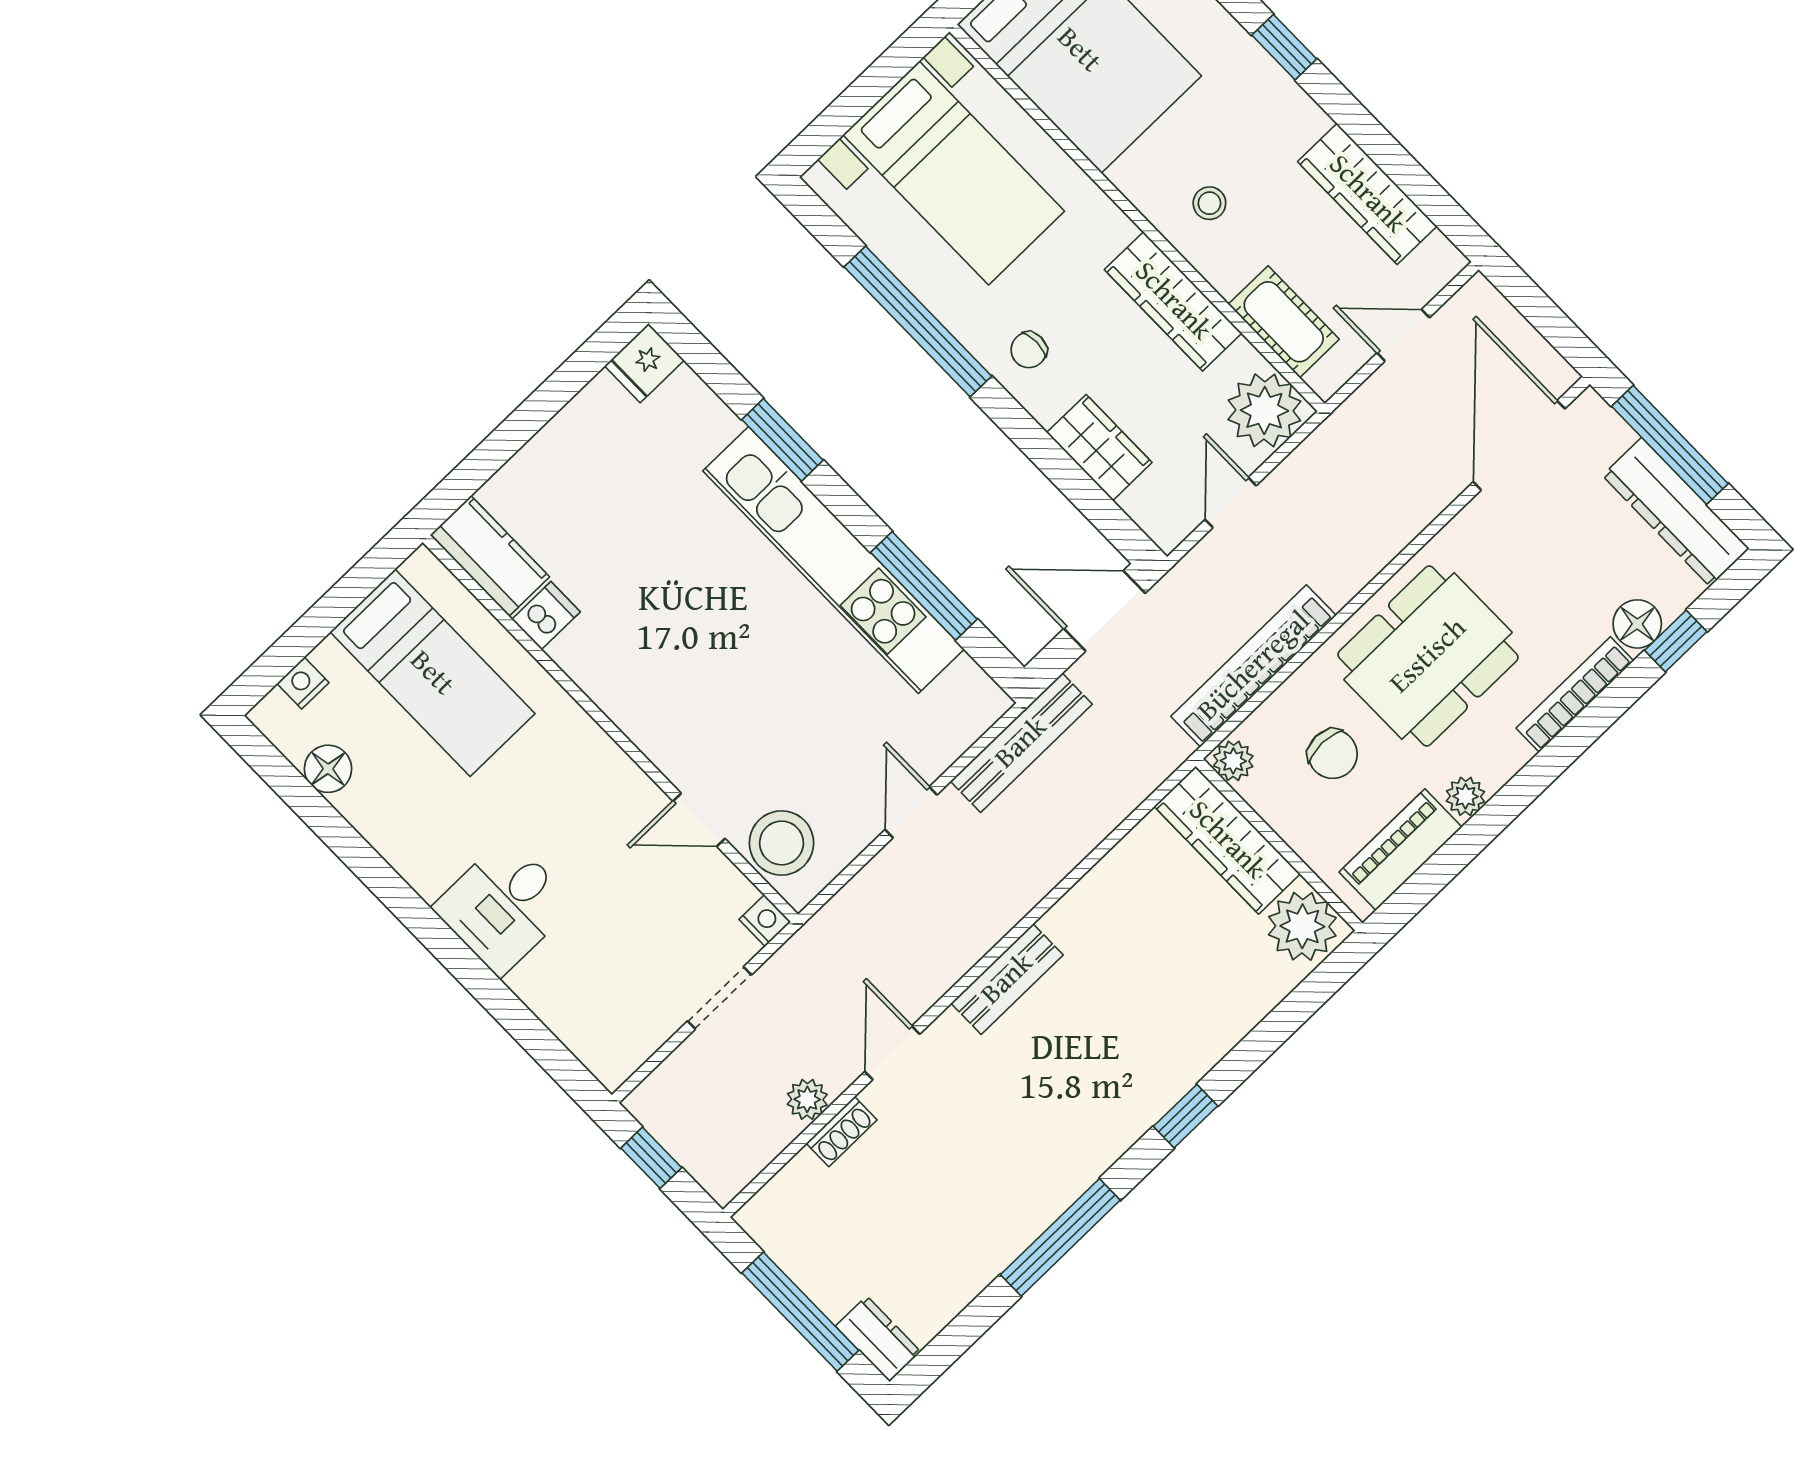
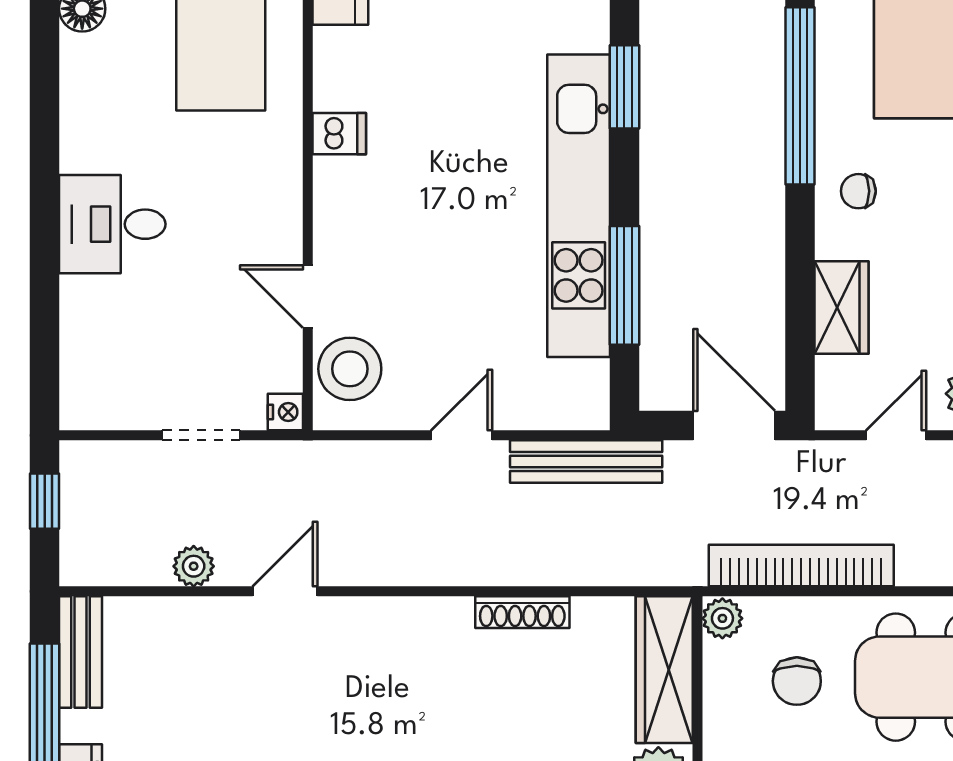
dishwasher: (546, 616) -> (339, 134), moved
bench: (1007, 979) -> (80, 652), moved, turned 90
shoe rack: (842, 1132) -> (522, 612), moved, width x1.43

